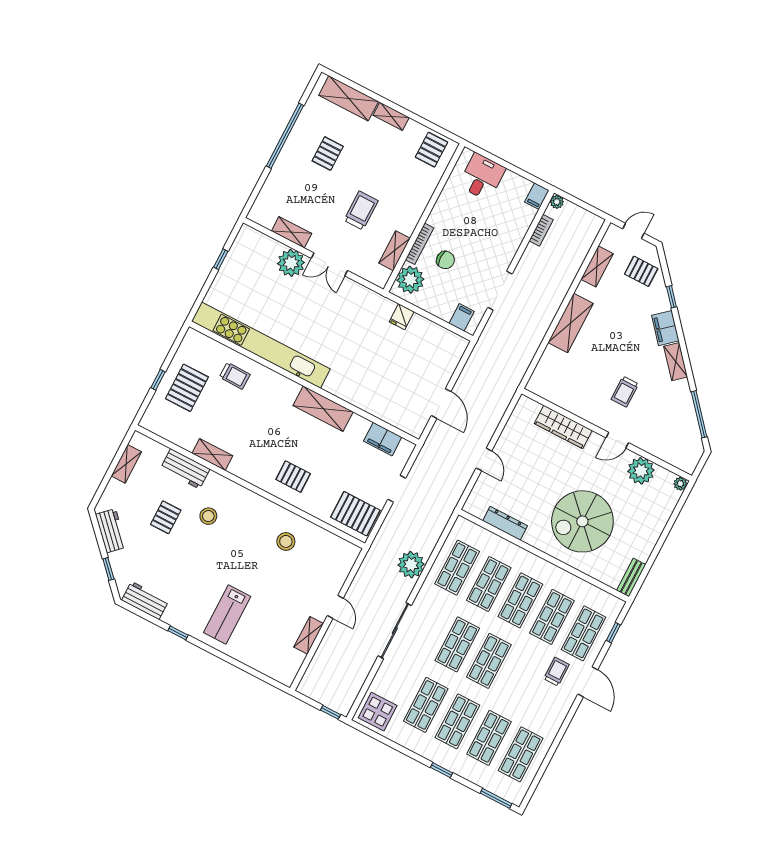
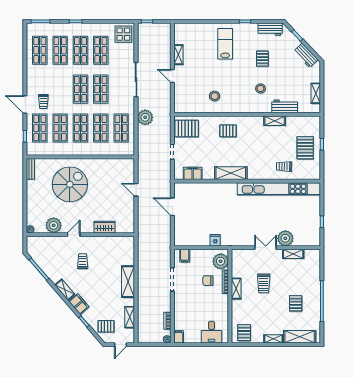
shelving: (395, 251) -> (236, 289), moved
wardrobe: (563, 427) -> (104, 227), width x0.67
pallet: (166, 517) -> (262, 59), moved
dresser: (505, 523) -> (108, 163), removed

